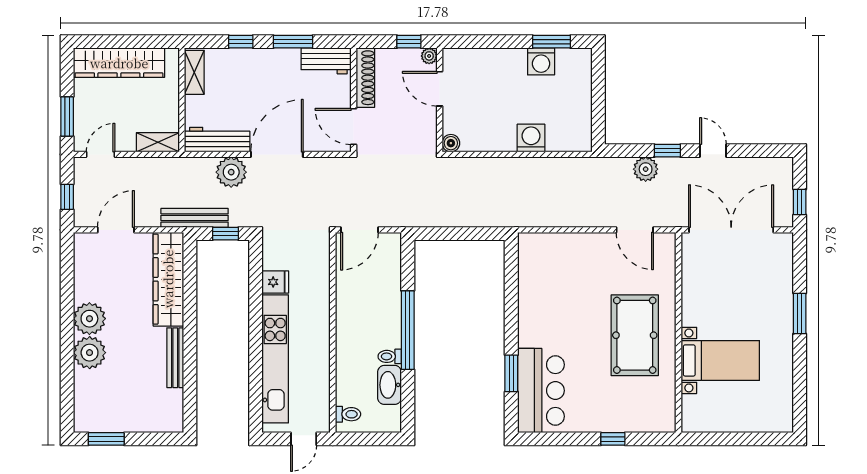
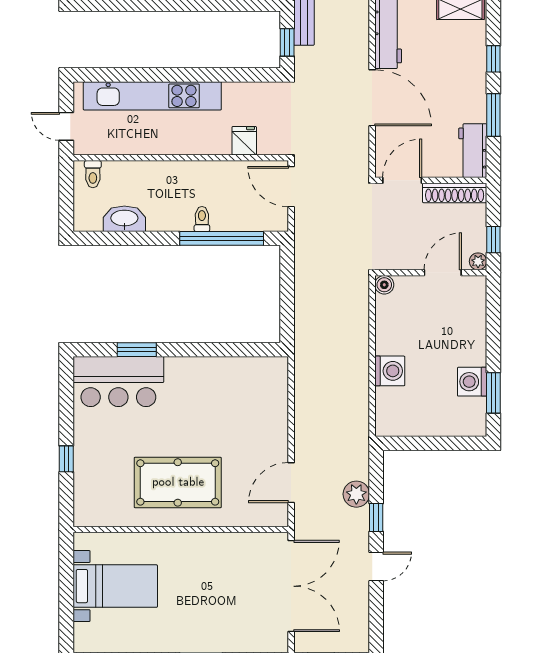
plant: (231, 172) -> (353, 49), removed
fridge: (275, 282) -> (244, 141), moved, turned 180
window: (408, 330) -> (222, 238), moved
toilet: (390, 356) -> (202, 219), moved
bed with nightstands: (720, 360) -> (115, 586), moved, turned -90

